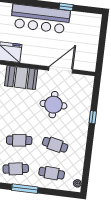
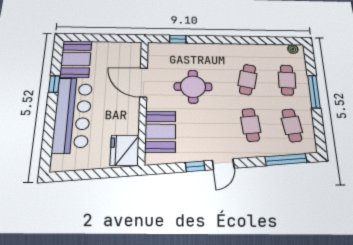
booth: (85, 23) -> (76, 59), added
window: (93, 117) -> (178, 39), moved
window: (25, 189) -> (314, 92), moved

